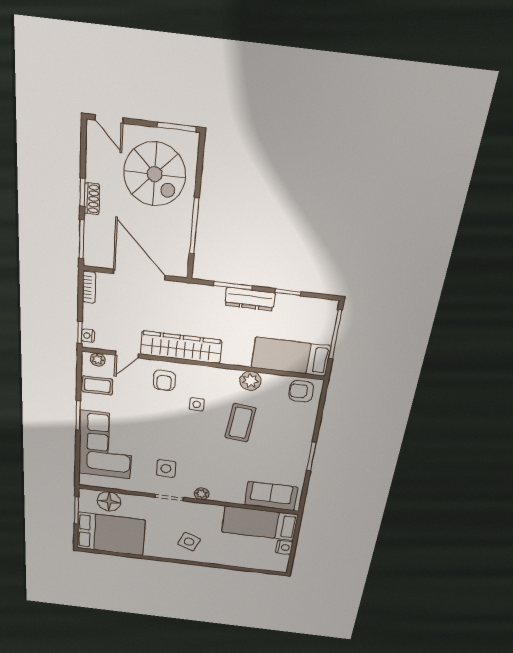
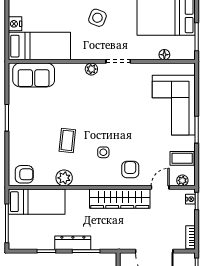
coffee table: (240, 423) -> (67, 140), width x0.73, depth x0.77
side table: (166, 468) -> (123, 90), removed
floor lamp: (109, 501) -> (164, 55), width x0.53, depth x0.53

